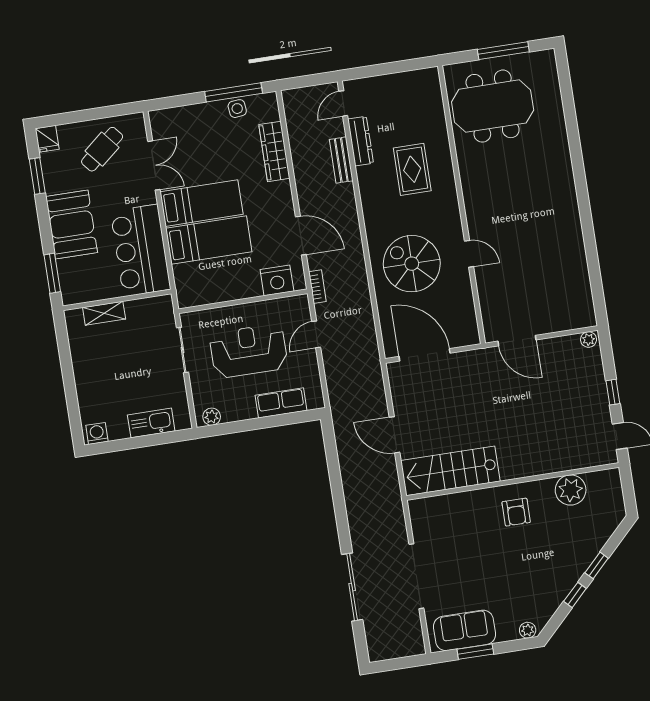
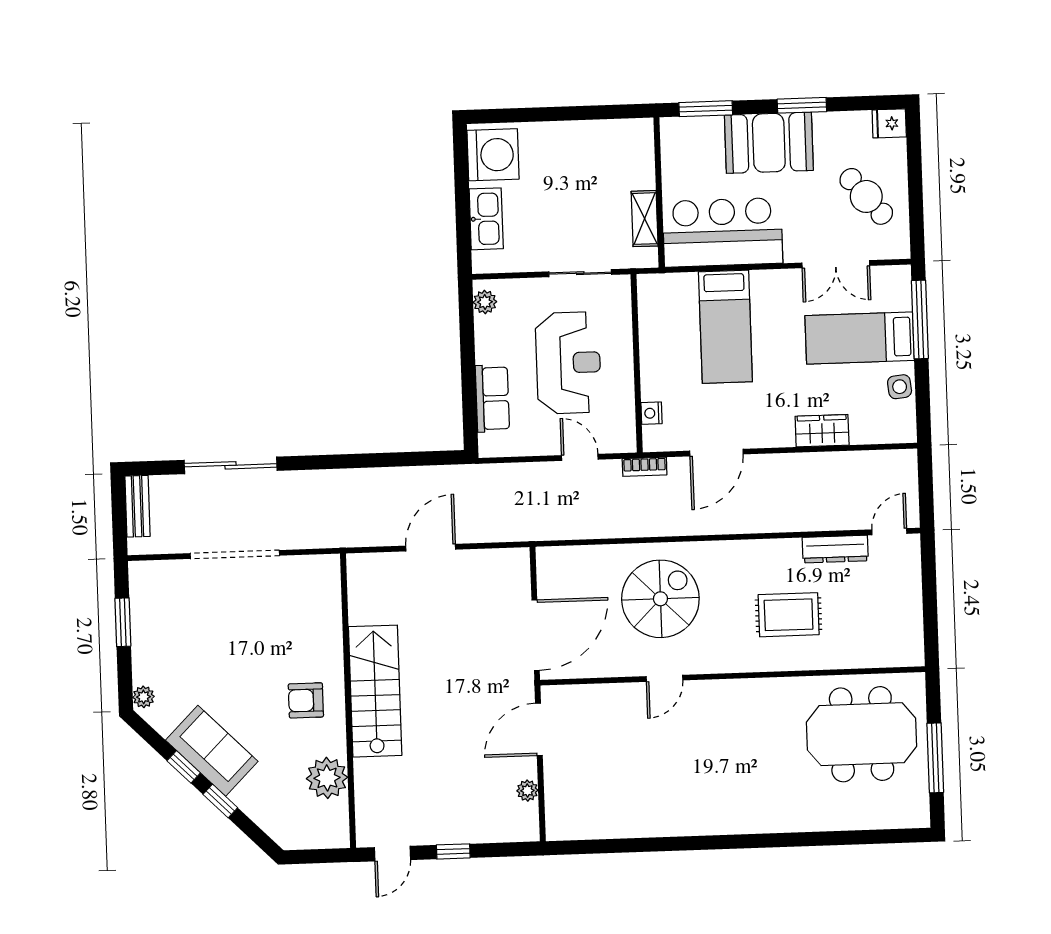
window: (234, 92) -> (920, 319), moved
door: (343, 103) -> (889, 532), hinge flipped
meeting table: (493, 106) -> (862, 734), turned 90
wardrobe: (274, 151) -> (822, 431), width x0.67
bench: (341, 160) -> (138, 506), moved, turned 90
window: (37, 176) -> (802, 105), moved
bed: (202, 203) -> (860, 338), moved, turned 90
nightstand: (277, 280) -> (651, 413), width x0.53, depth x0.56
shelving: (104, 313) -> (645, 219), moved
plant: (589, 340) -> (527, 791), moved
door: (425, 355) -> (536, 635), moved
washing machine: (97, 433) -> (493, 155), width x1.89, depth x1.89
stairs: (450, 471) -> (375, 691), moved
sofa: (465, 630) -> (212, 751), moved, turned -45

